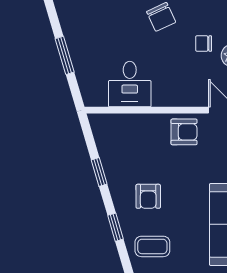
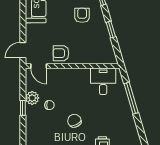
window: (65, 55) -> (131, 98), width x1.44
desk: (130, 84) -> (103, 81), moved

